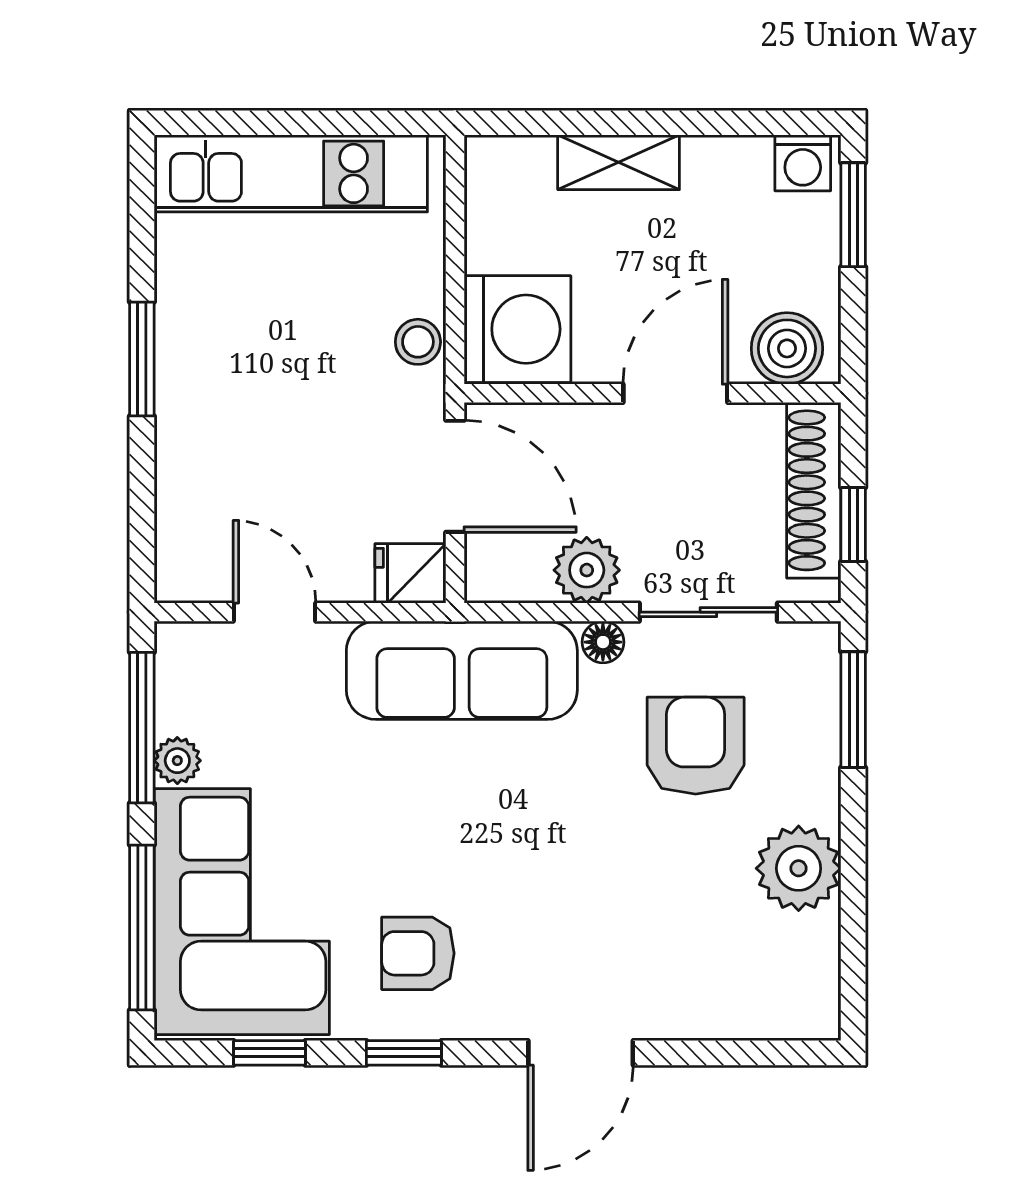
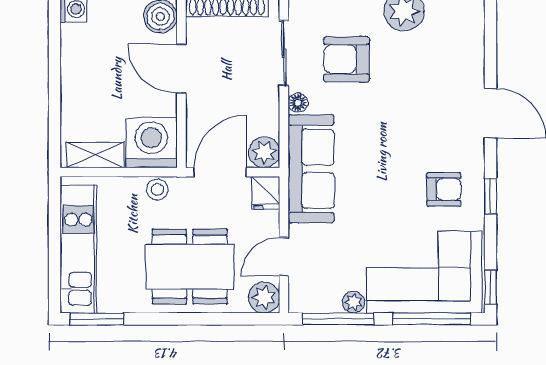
shelving: (619, 162) -> (95, 155), moved, turned 90
window: (142, 359) -> (97, 319), moved
dining table: (253, 411) -> (190, 267), added
plant: (187, 570) -> (264, 298), added
plant: (587, 570) -> (264, 152), moved
armchair: (418, 953) -> (444, 189), turned -90
window: (269, 1053) -> (491, 287), moved

